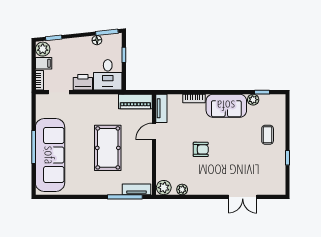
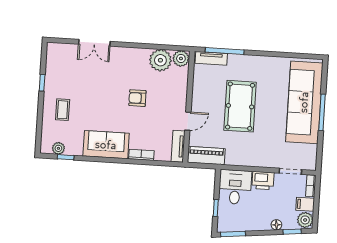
floor lamp: (97, 40) -> (276, 225), moved
plant: (253, 100) -> (58, 148), moved
plant: (182, 189) -> (160, 60), width x1.87, depth x1.87
double door: (243, 197) -> (94, 43), swing flipped

